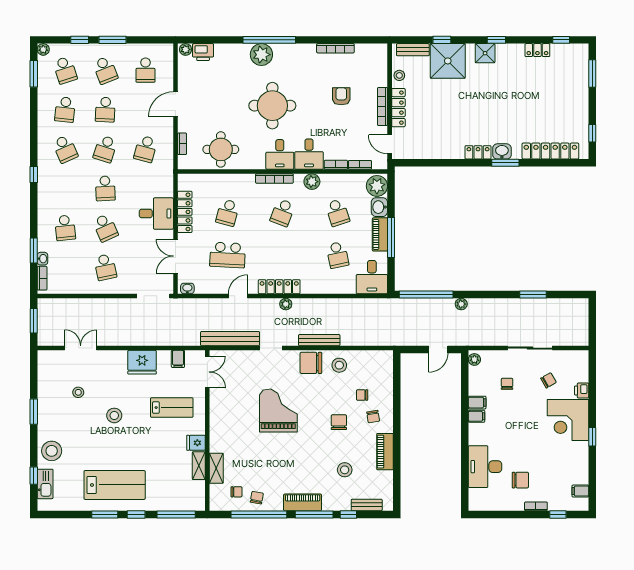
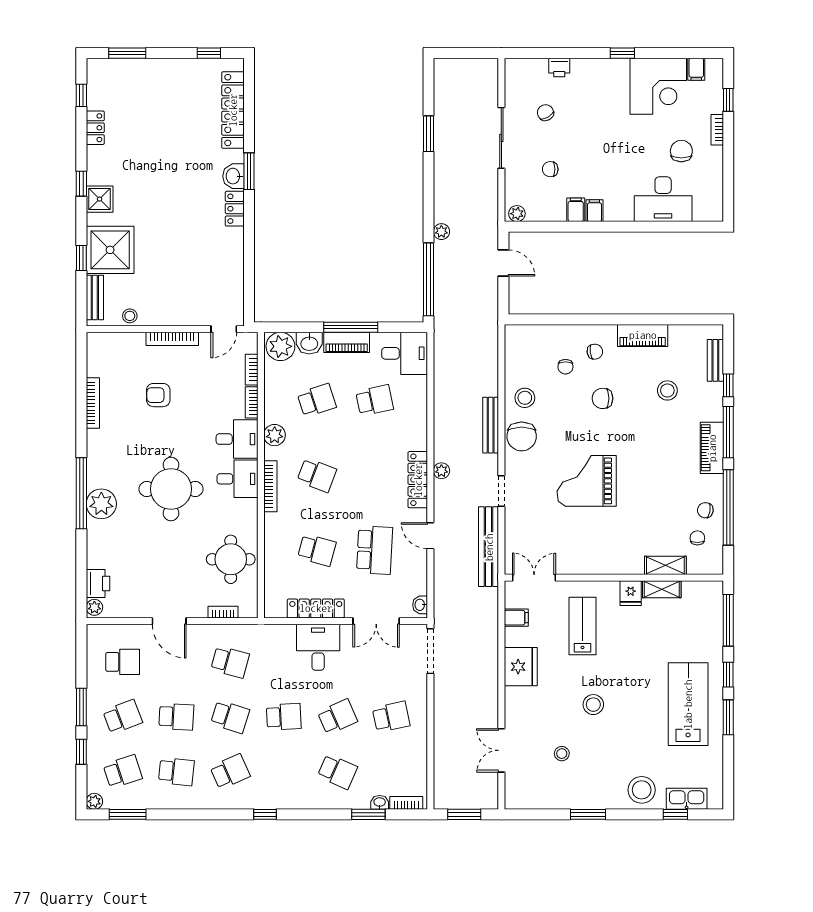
locker: (398, 108) -> (174, 317), removed
school desk: (65, 228) -> (337, 772), turned 30
corner desk: (568, 420) -> (658, 86), moved

